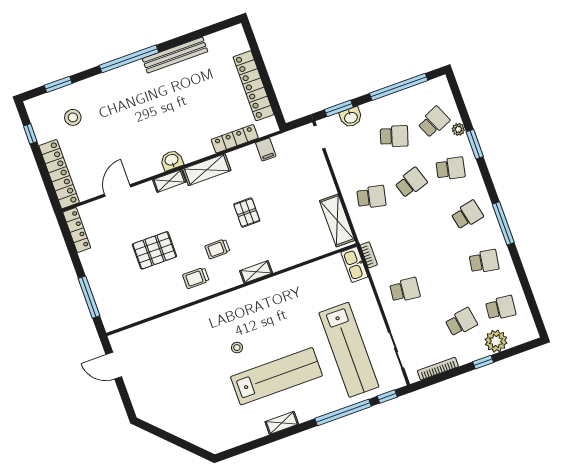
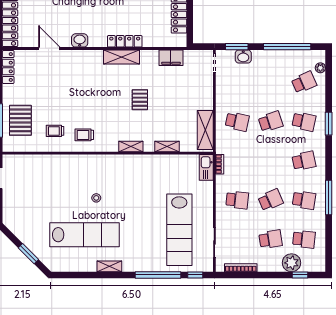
plant: (458, 129) -> (320, 68), moved
school desk: (394, 136) -> (271, 200), moved, turned -42
locker: (235, 139) -> (125, 41), moved
window: (475, 144) -> (329, 124), moved
filing cabinet: (266, 149) -> (171, 58), width x2.00
washbasin: (172, 160) -> (80, 40), moved
shelving: (169, 181) -> (167, 146), moved
door: (118, 191) -> (49, 48), hinge flipped
window: (503, 223) -> (329, 198), moved
trolley: (217, 249) -> (55, 131), moved
pallet: (154, 250) -> (20, 120), moved, turned 90
window: (483, 362) -> (300, 275), moved
lab bench: (276, 376) -> (84, 235), moved
window: (180, 443) -> (28, 254), added

